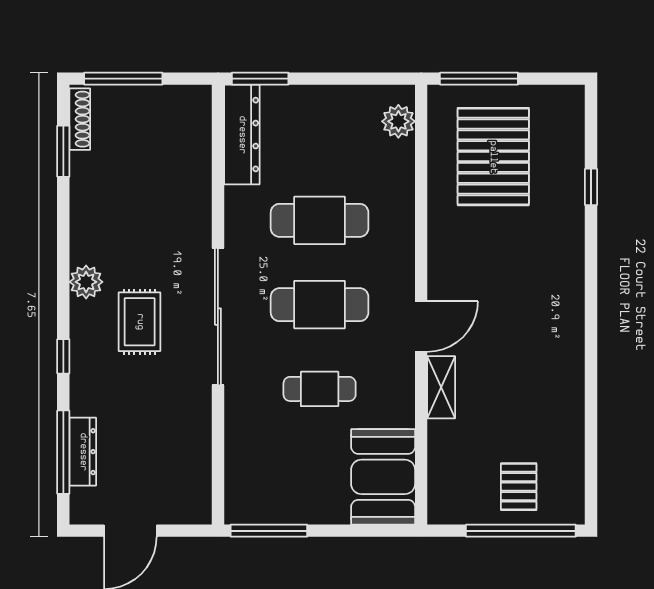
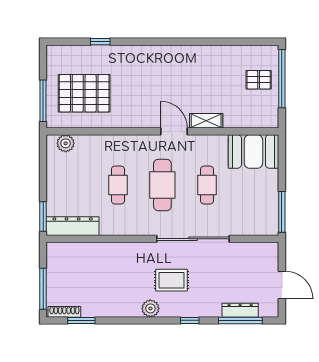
cafe table: (320, 220) -> (118, 185), width x0.73, depth x0.74
sliding door: (218, 317) -> (193, 239), moved

